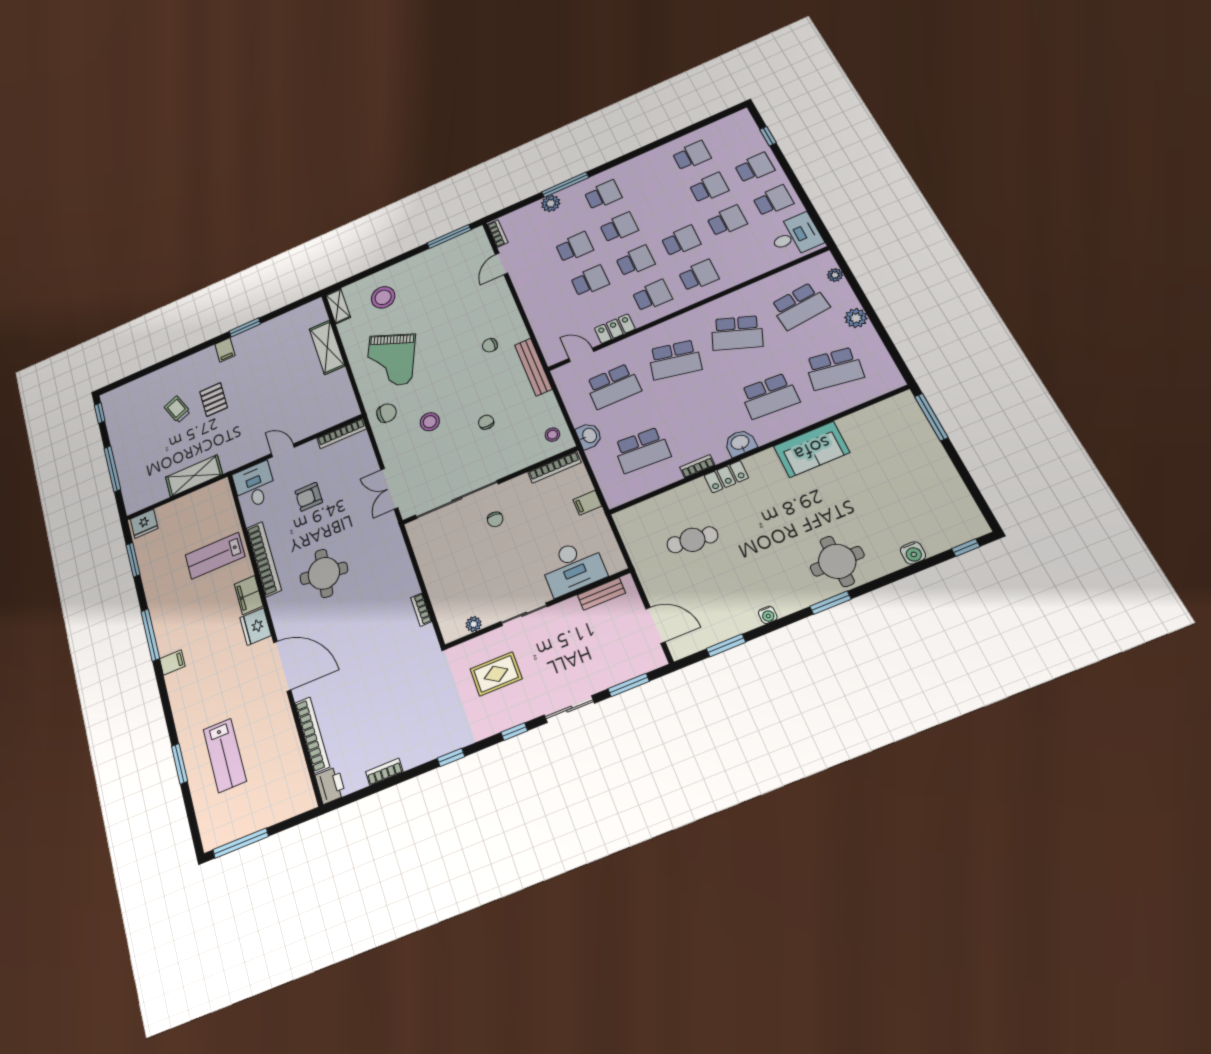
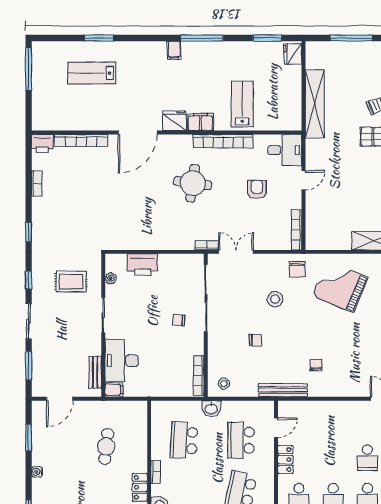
school desk: (590, 281) -> (333, 458), removed
shelving: (194, 476) -> (315, 104), width x1.47
filing cabinet: (587, 503) -> (114, 390), moved, turned 90
printer: (443, 592) -> (142, 265), added
bookcase: (421, 610) -> (207, 245), moved
rug: (496, 674) -> (71, 282), turned 90

